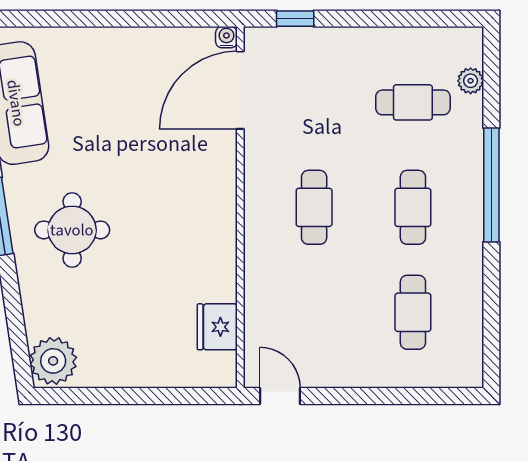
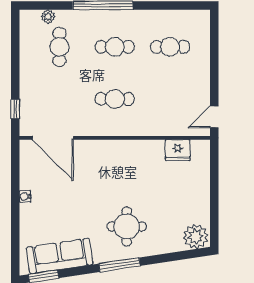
water cooler: (226, 37) -> (25, 196), moved

